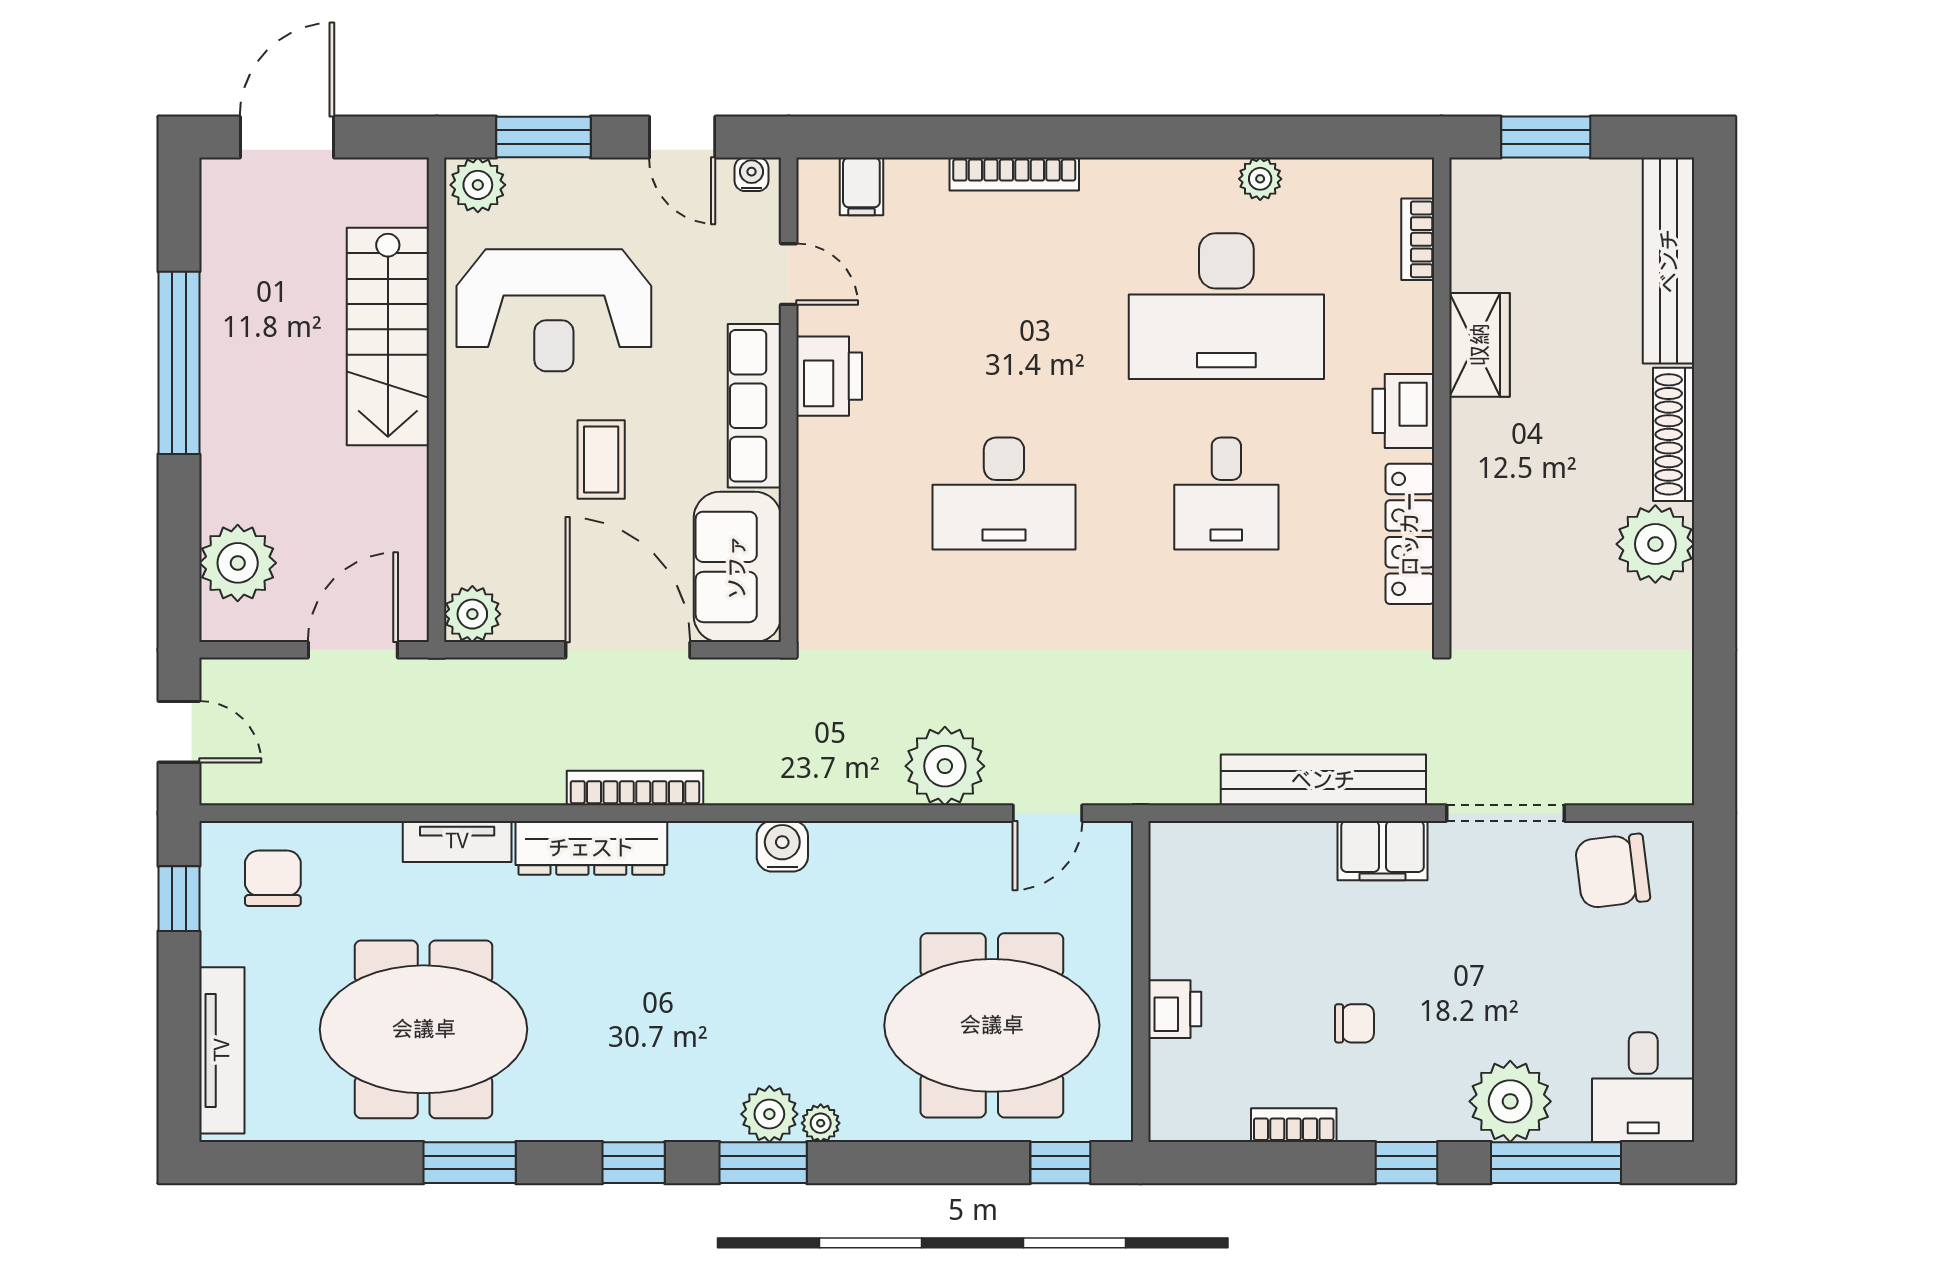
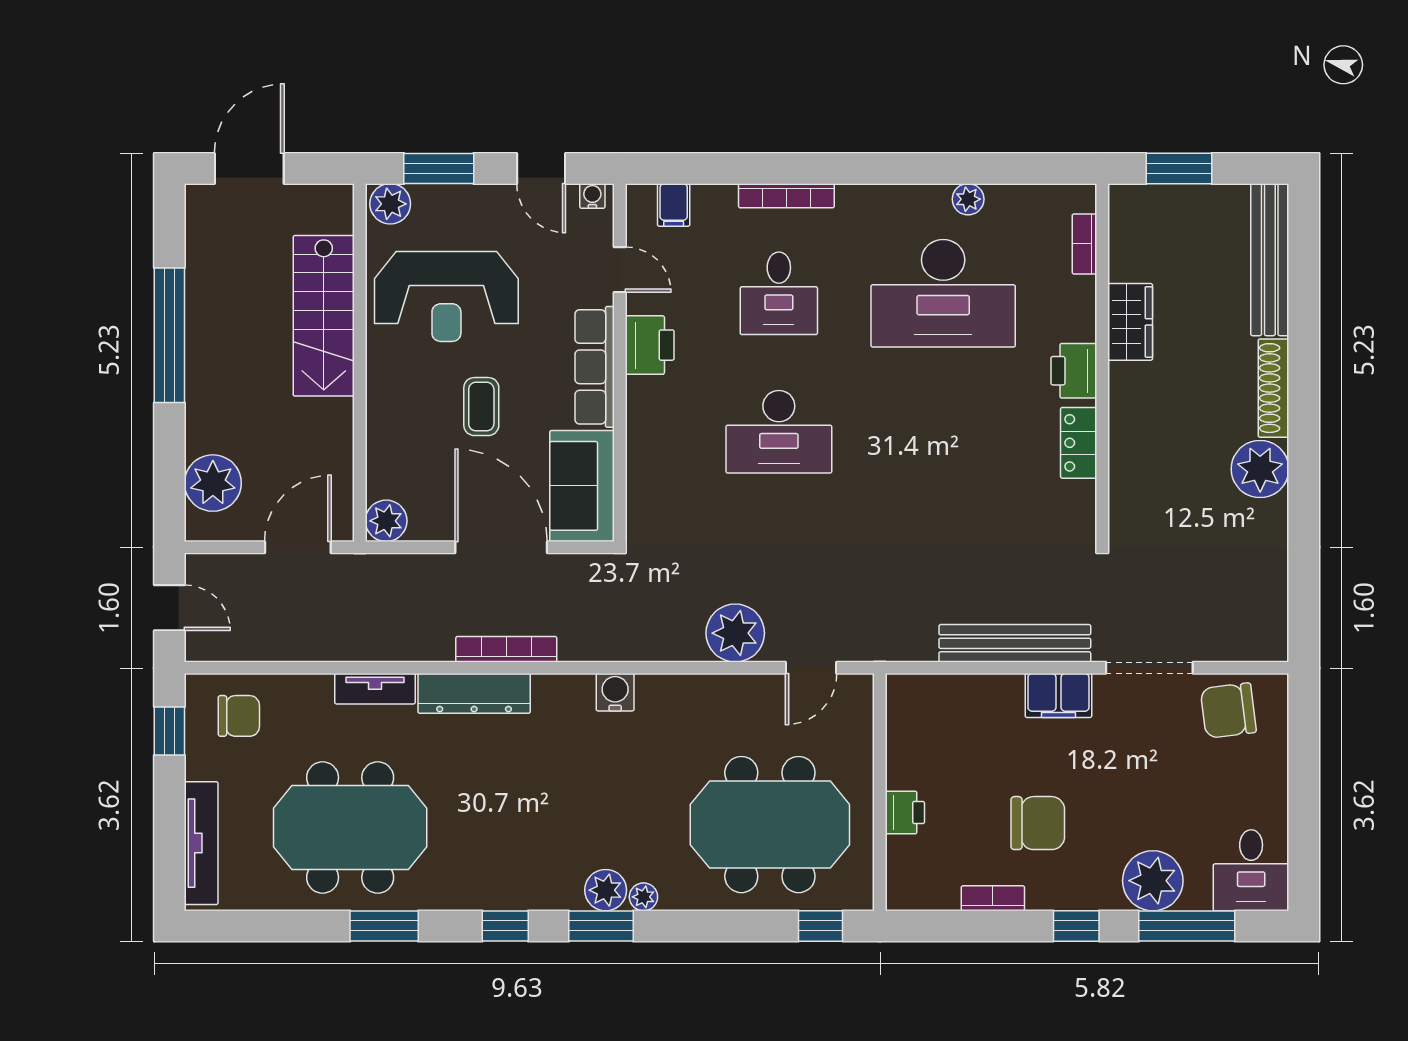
desk: (1226, 494) -> (779, 293), moved
locker: (1410, 534) -> (1079, 443), width x0.66
chair: (273, 878) -> (239, 716), turned 90
chair: (1355, 1023) -> (1038, 823), width x1.87, depth x1.87

